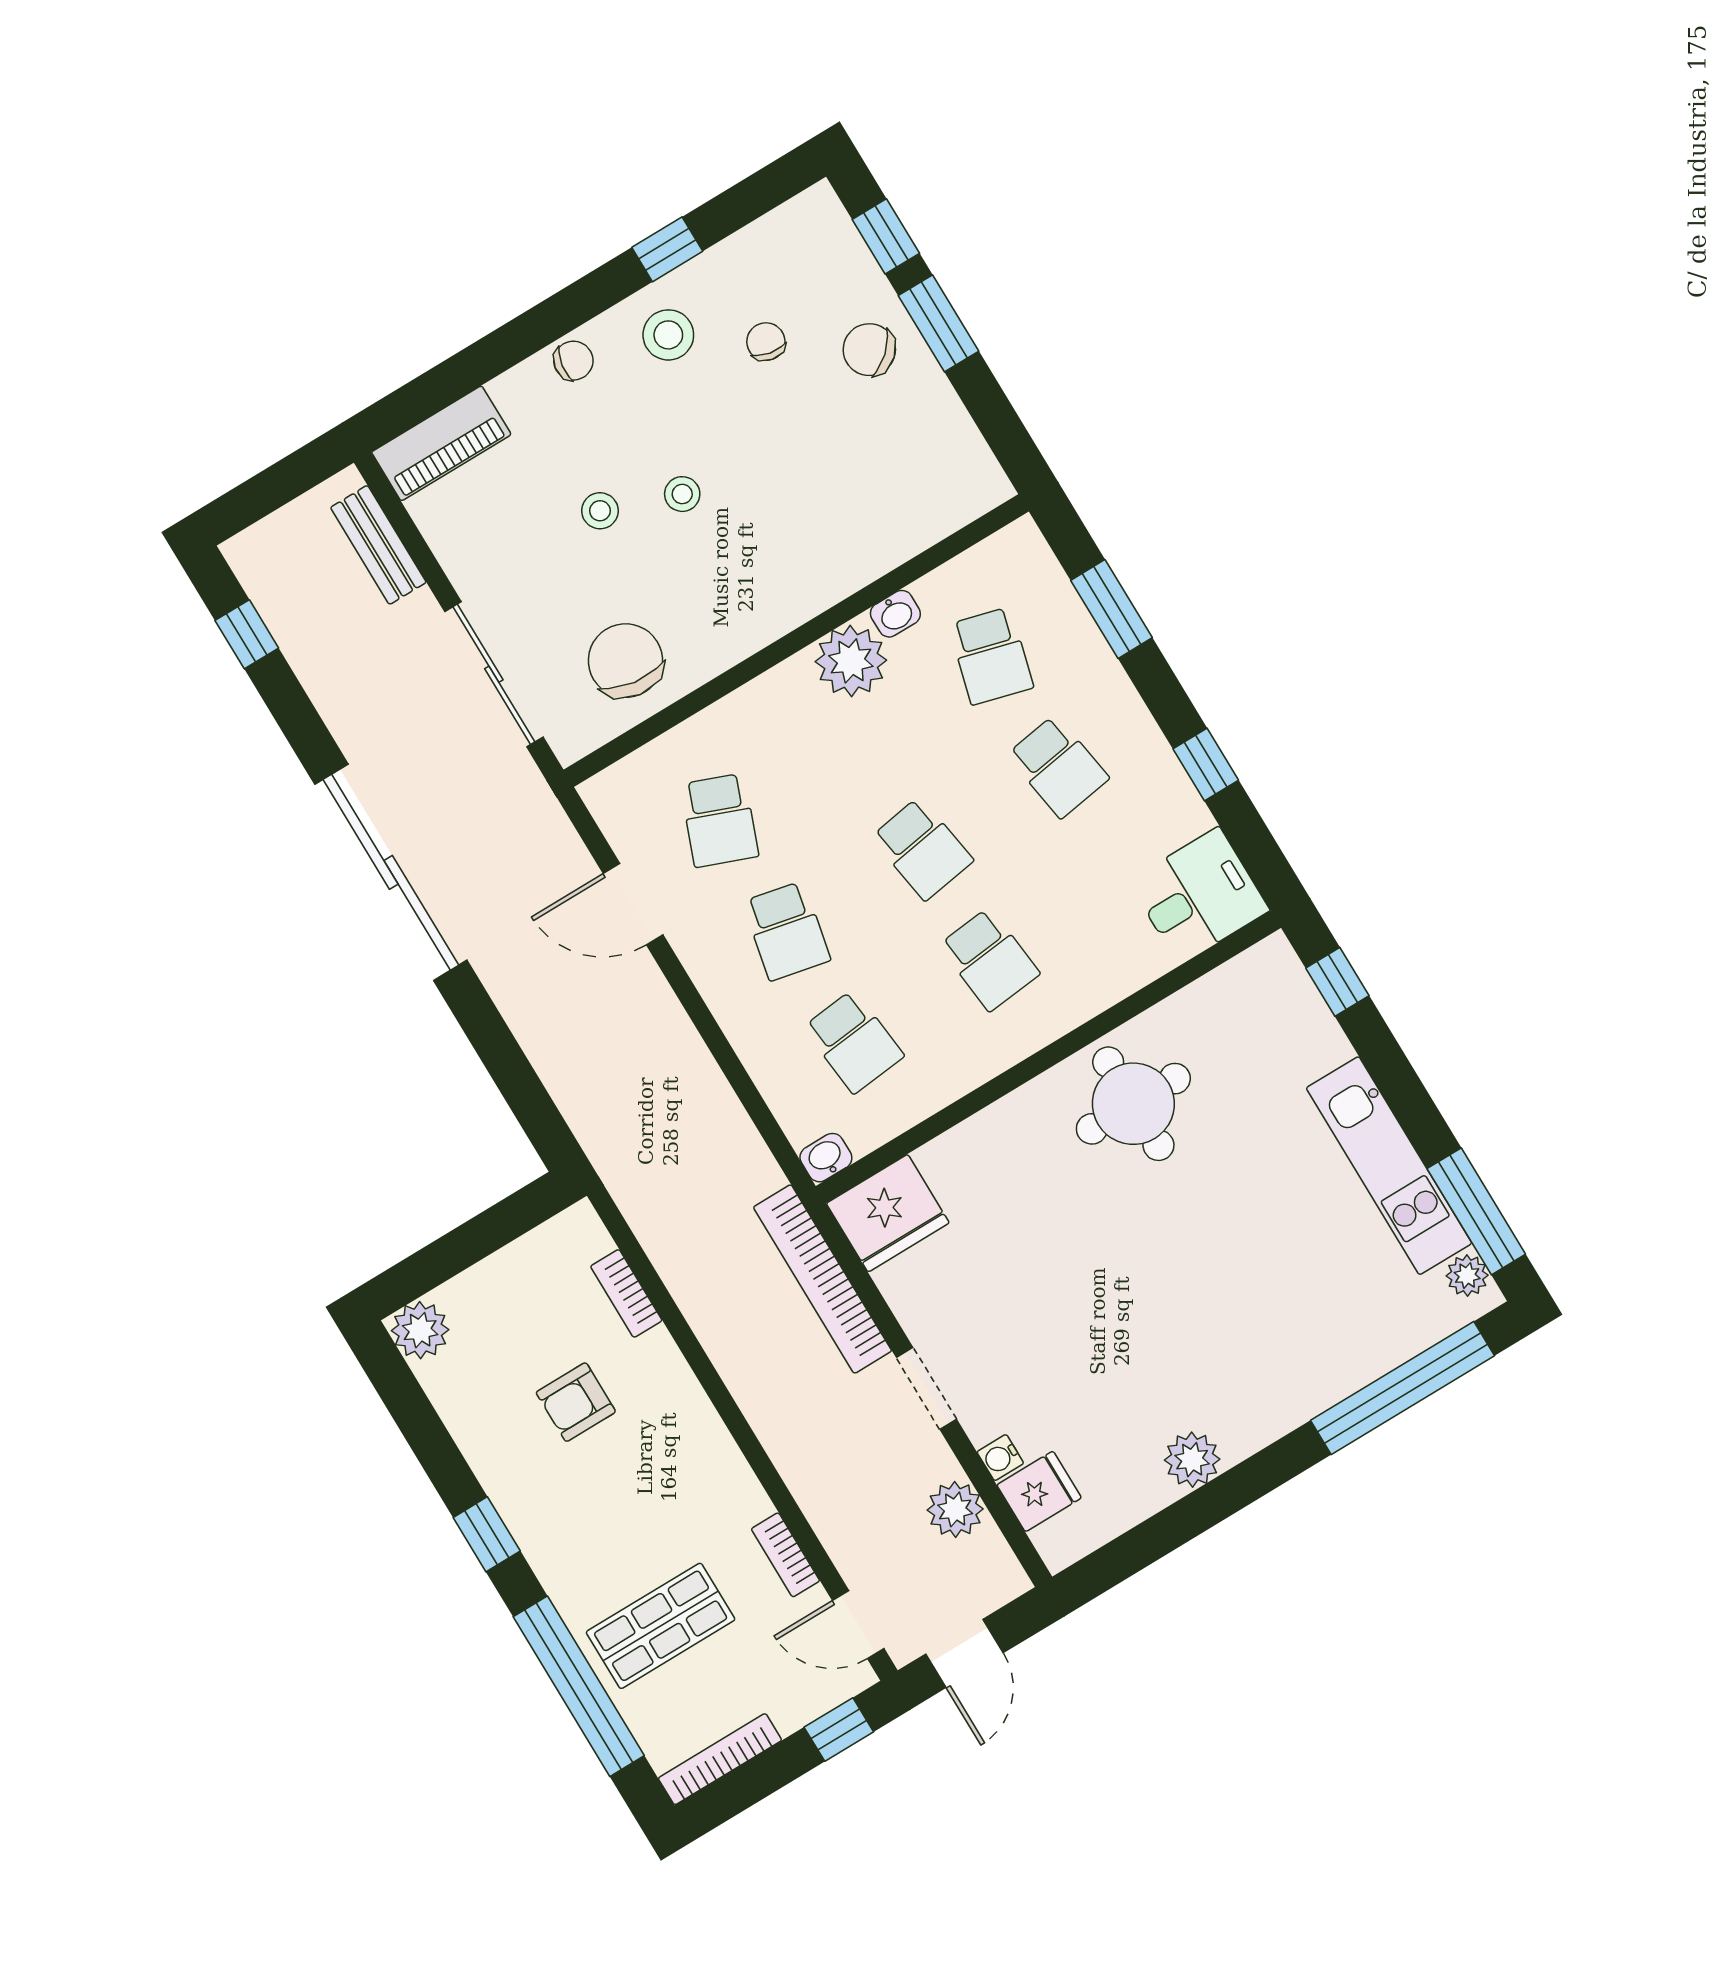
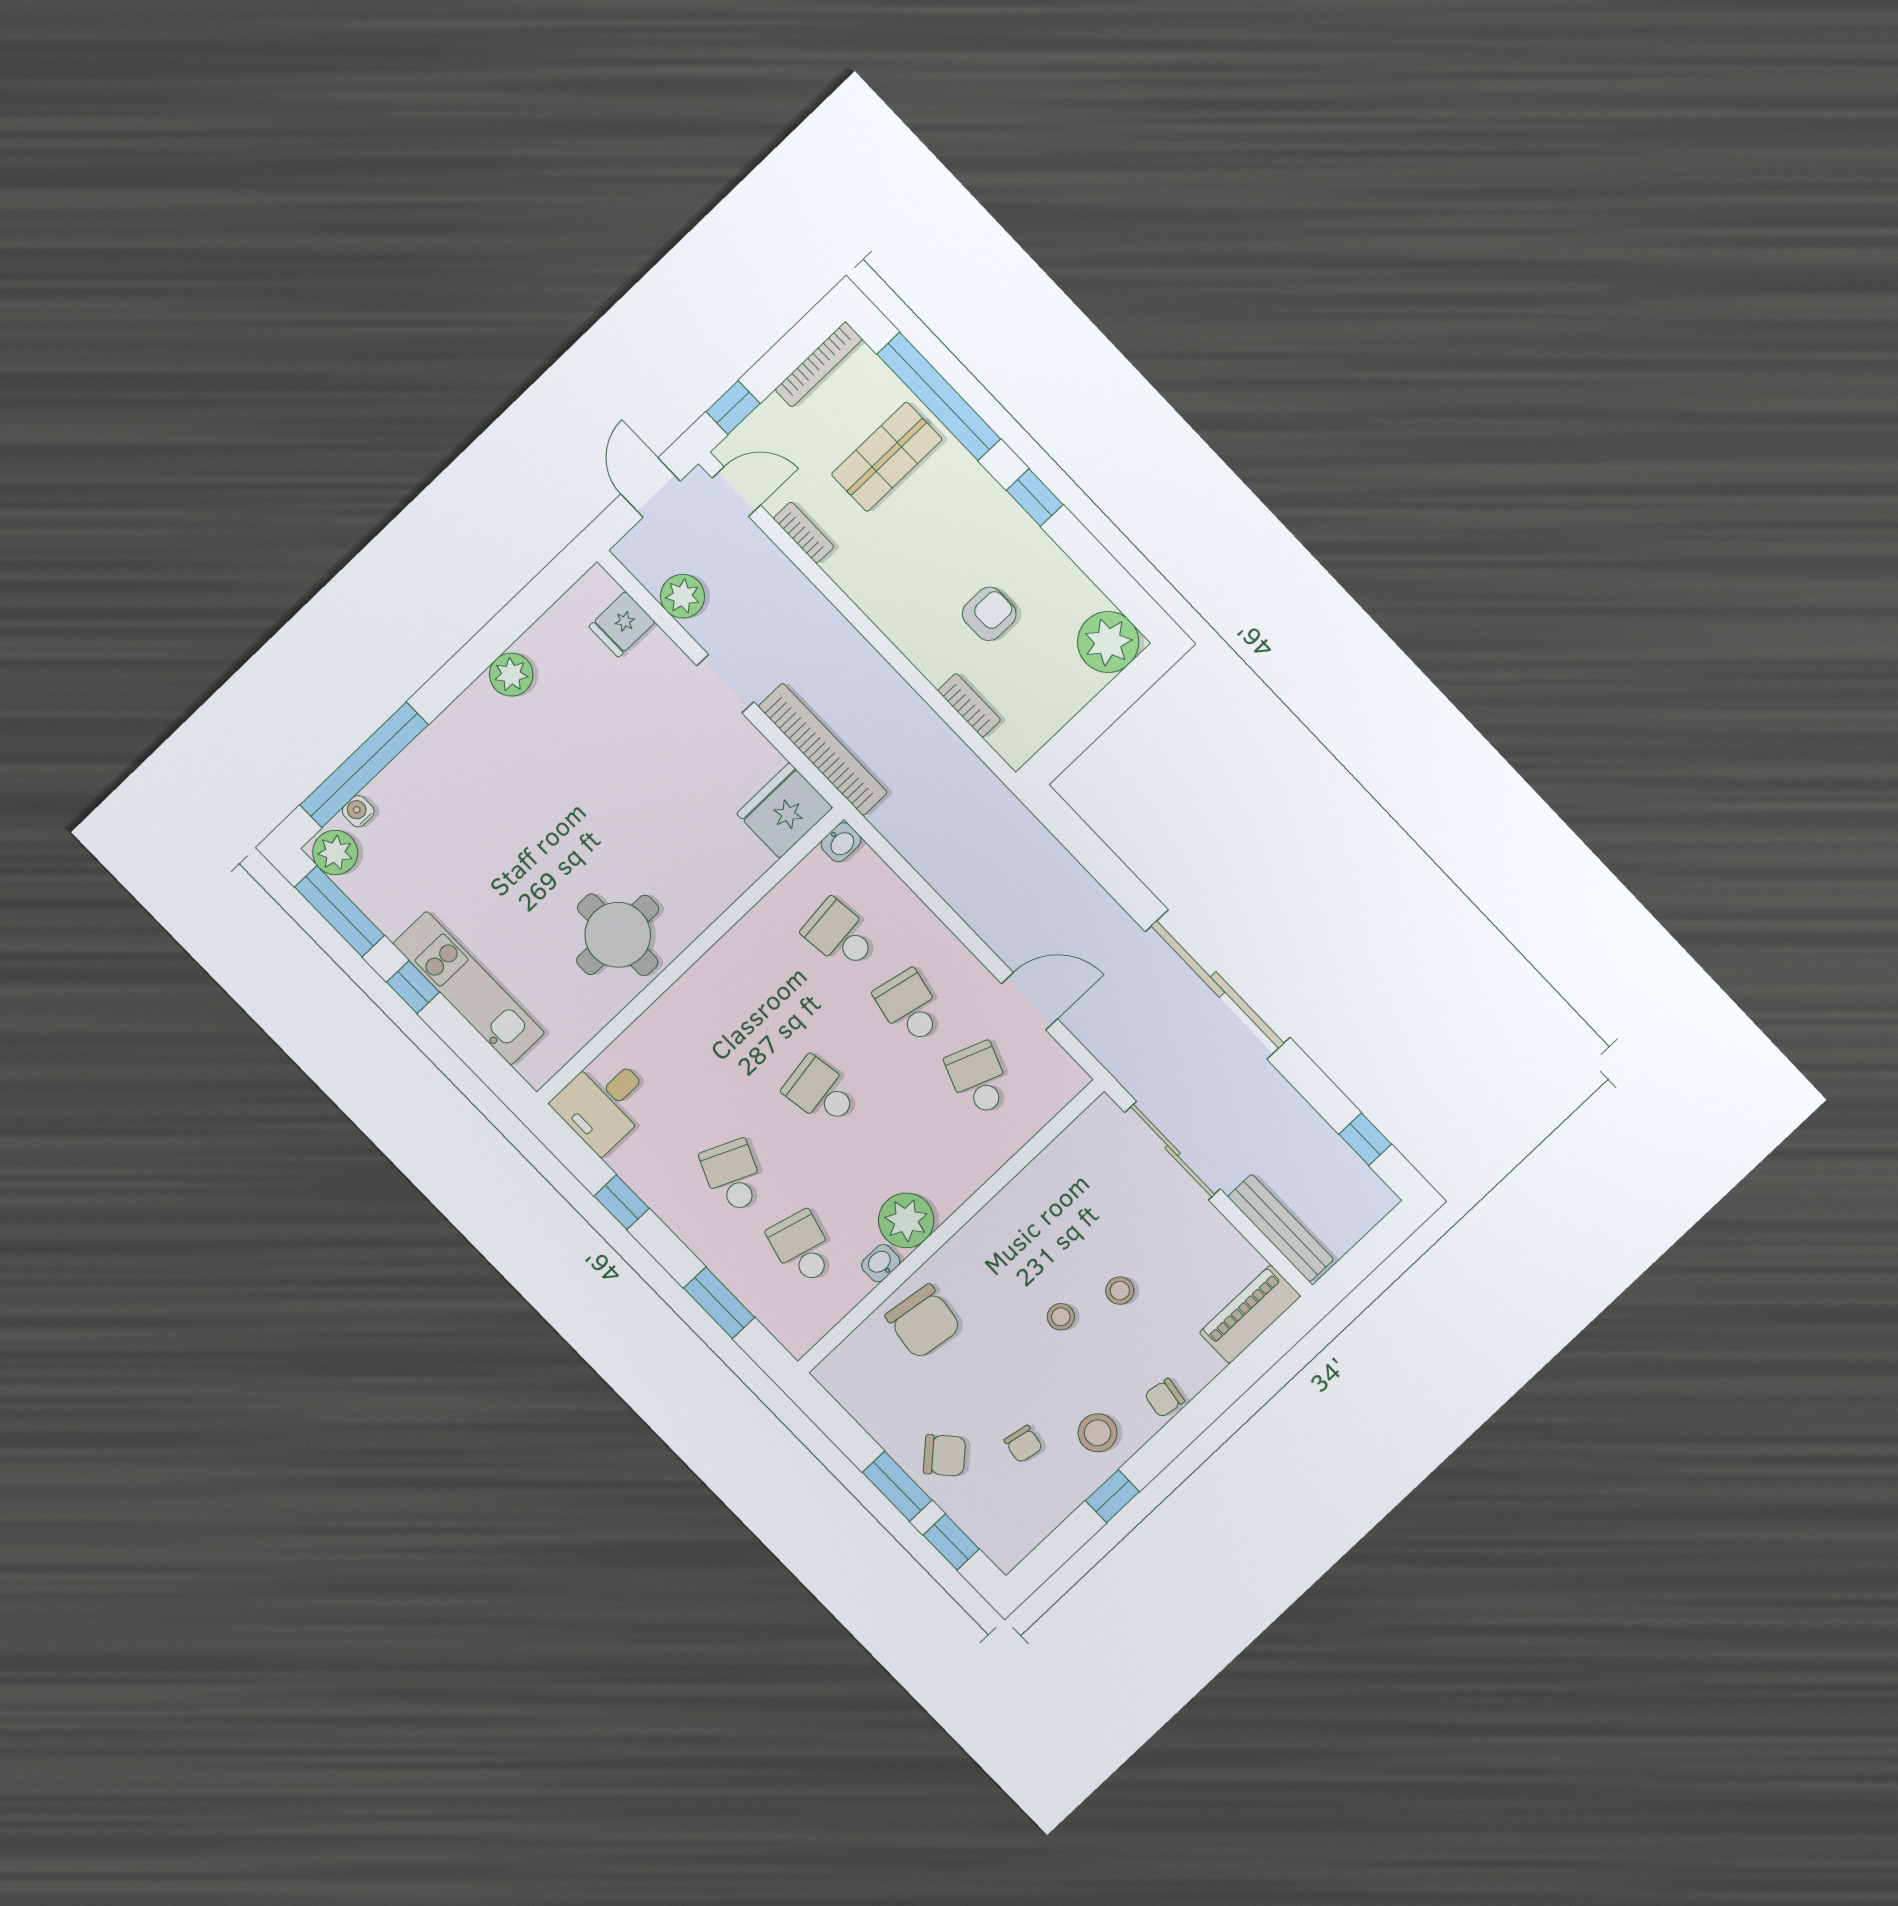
bench: (378, 545) -> (1281, 1228), width x1.36
chair: (625, 661) -> (923, 1322), moved
school desk: (1058, 767) -> (732, 1176), turned 33
school desk: (989, 959) -> (751, 1020), removed
window: (1337, 982) -> (413, 987), moved
kitchen unit: (1389, 1166) -> (469, 988), moved
plant: (1467, 1276) -> (335, 853), width x1.38, depth x1.38
plant: (420, 1330) -> (1108, 642), width x1.36, depth x1.36
water cooler: (1000, 1458) -> (358, 811), moved, turned -90

